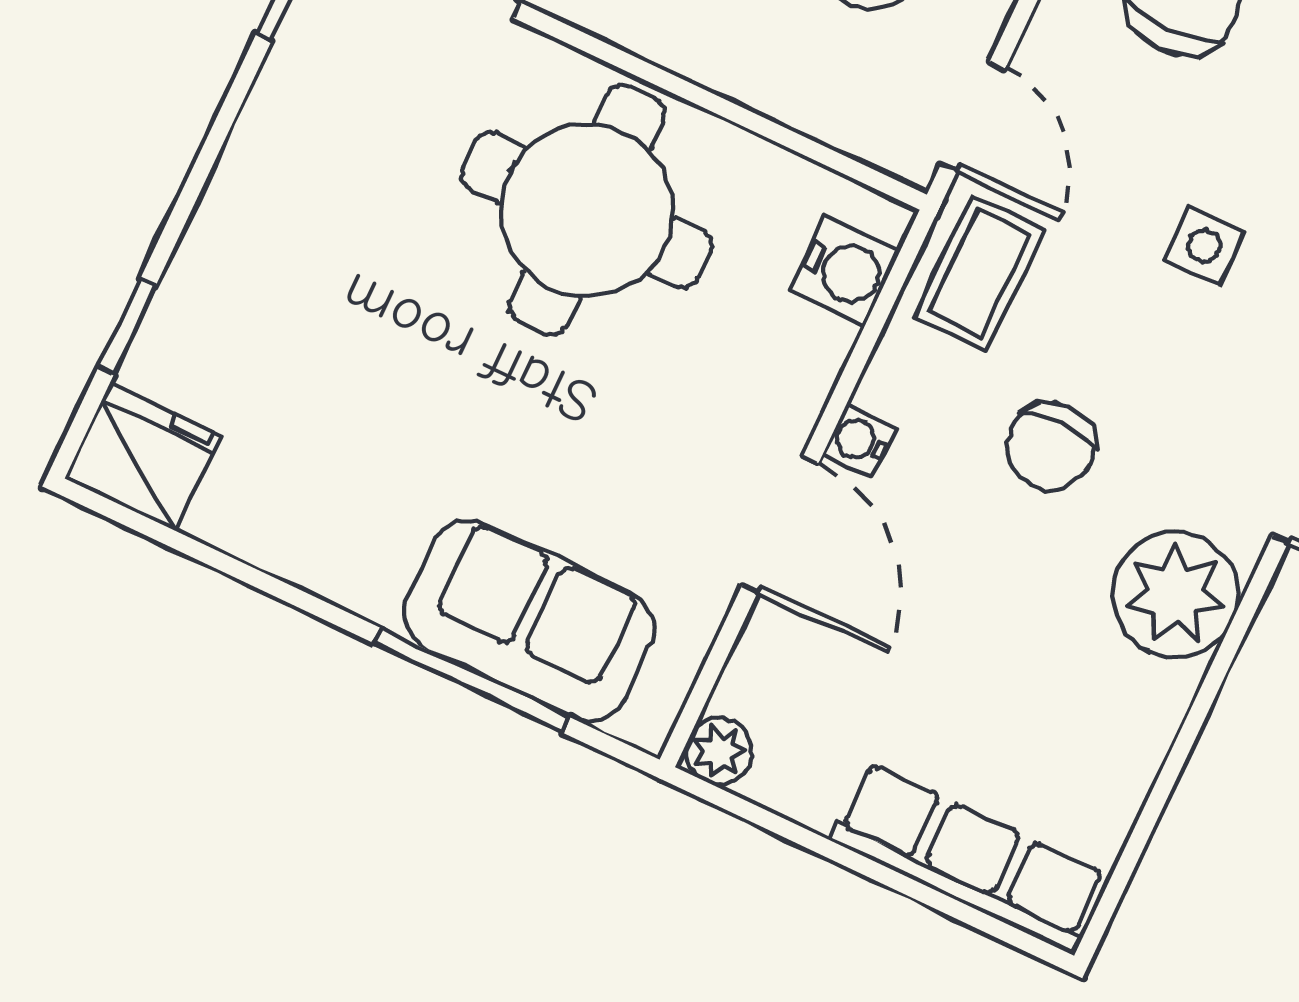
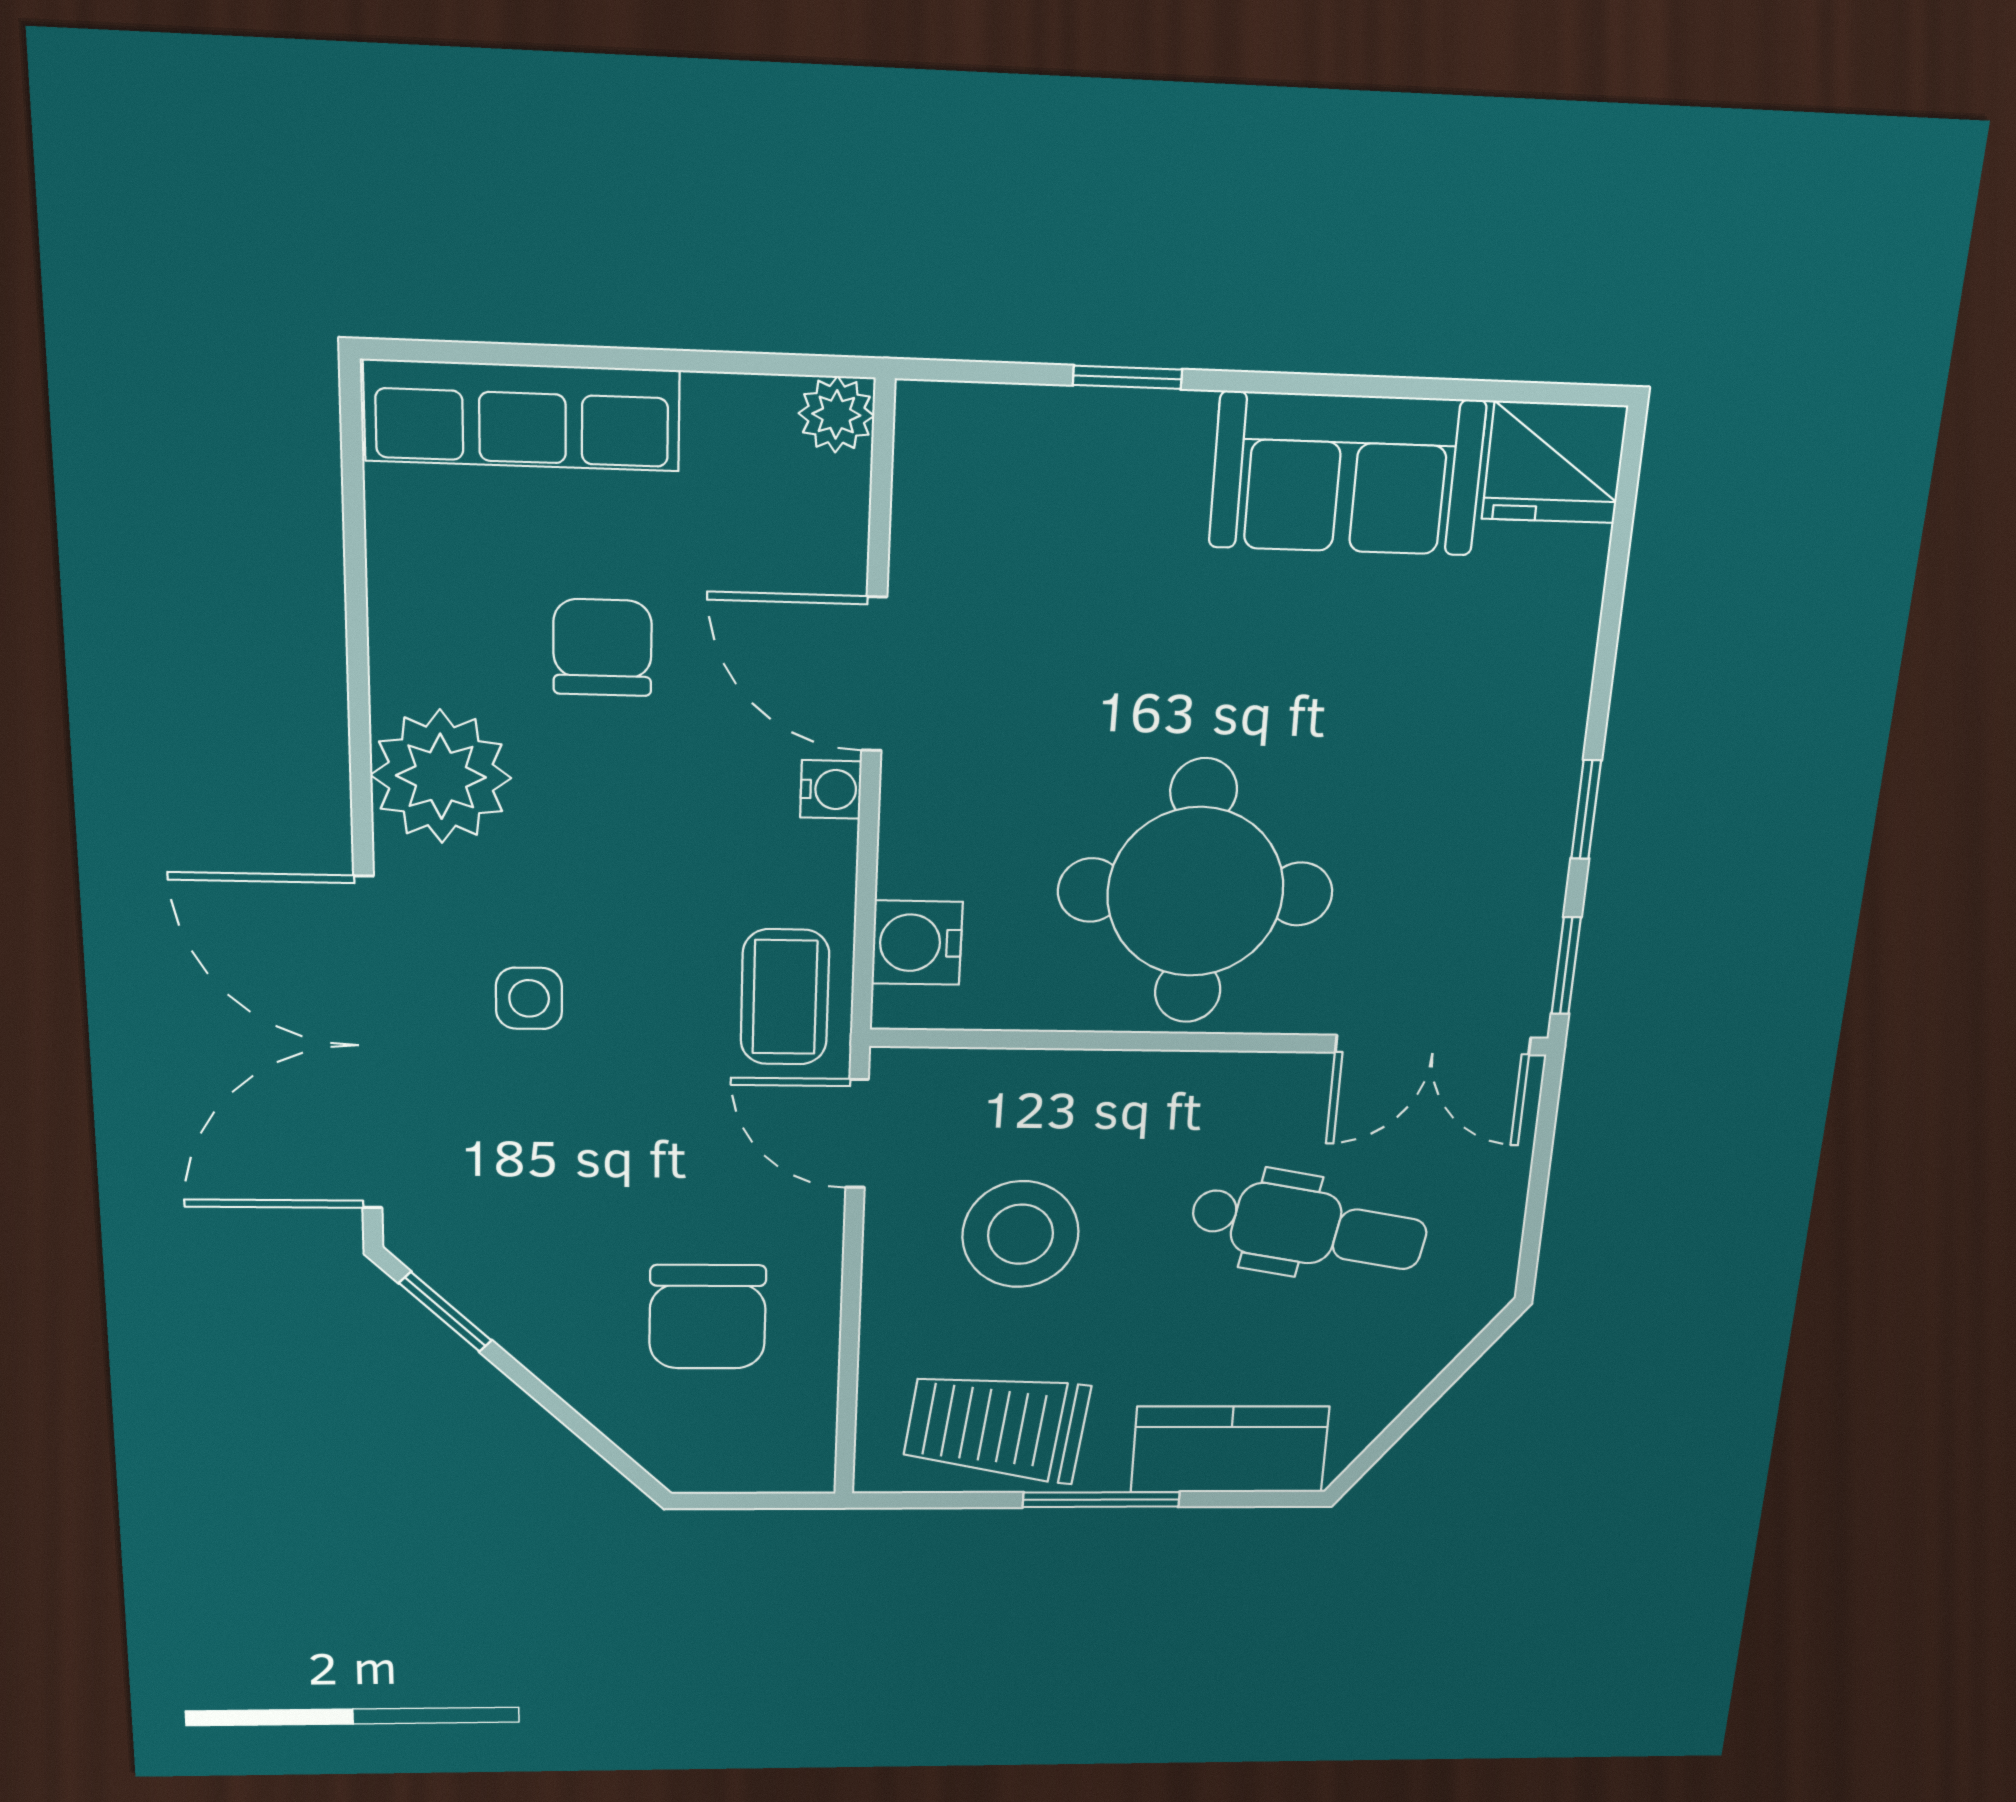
side table: (1204, 246) -> (529, 998), moved
window: (127, 327) -> (1586, 810), moved
chair: (1051, 447) -> (602, 647), moved
sofa: (529, 621) -> (1347, 474), moved
window: (471, 680) -> (1127, 377), width x0.46

